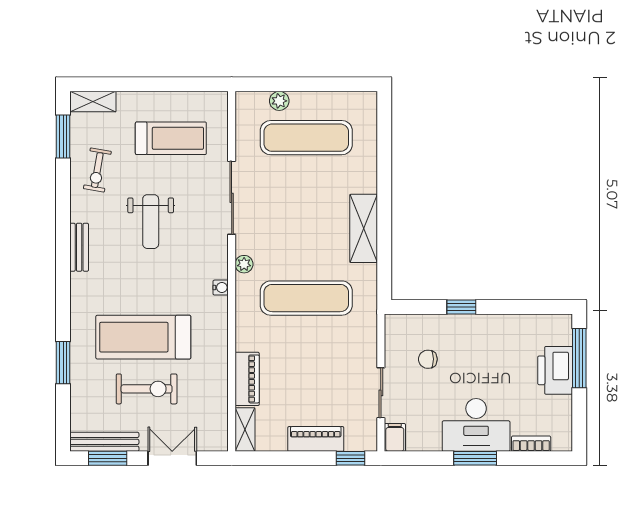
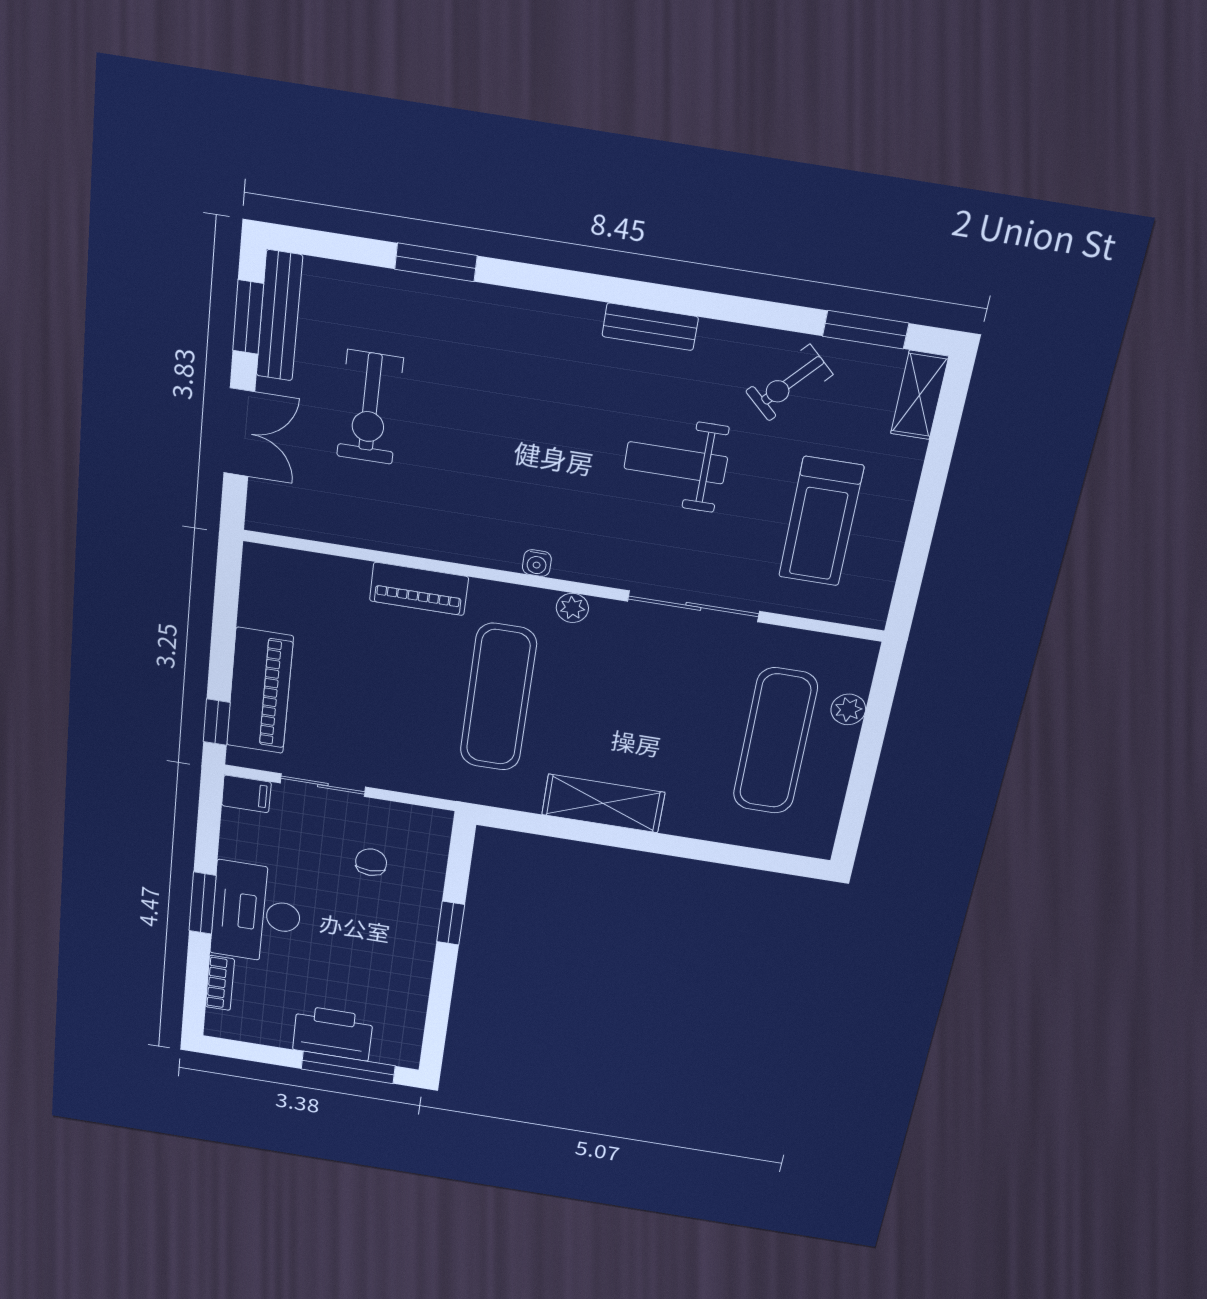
exercise bike: (97, 170) -> (789, 383), turned -57
treadmill: (143, 337) -> (466, 416), removed
piano: (247, 379) -> (419, 589), moved
shelving: (245, 430) -> (280, 563), removed
piano: (316, 439) -> (260, 691), width x1.37, depth x1.33

